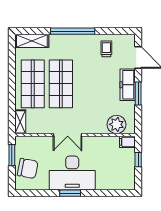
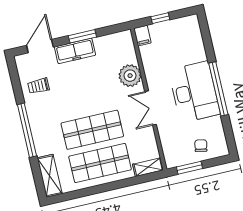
plant: (116, 124) -> (130, 76), moved
double door: (68, 135) -> (151, 108), swing flipped
chair: (28, 168) -> (201, 146), width x0.54, depth x0.54
window: (70, 193) -> (218, 89), width x2.11

